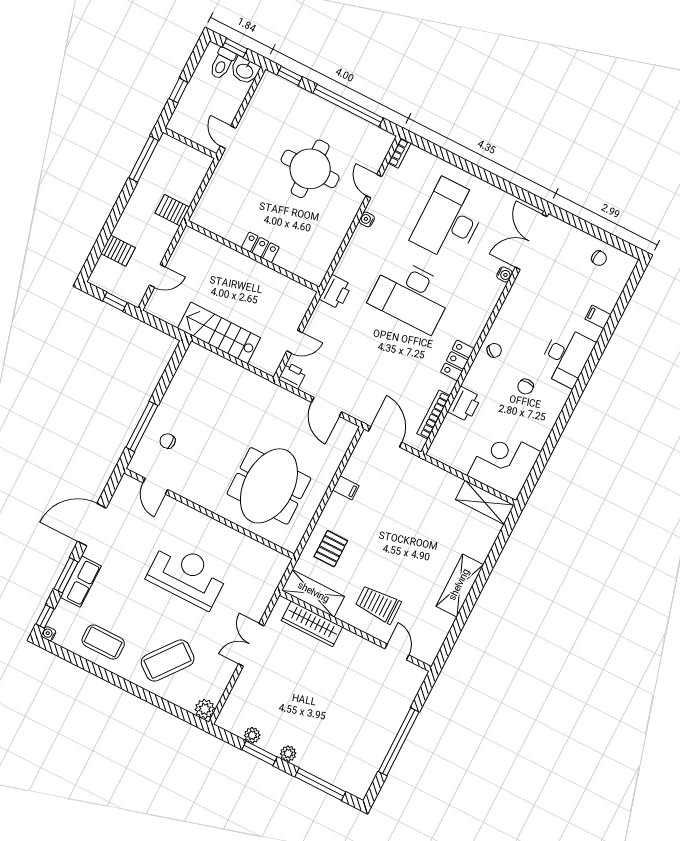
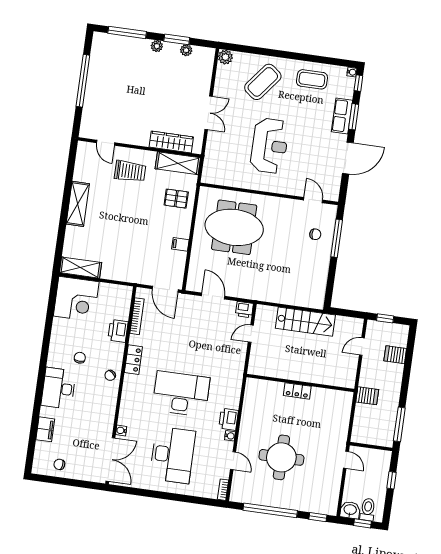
printer: (336, 292) -> (229, 419), moved
filing cabinet: (598, 317) -> (45, 429), width x2.00
meeting table: (269, 486) -> (234, 227), turned 90
pallet: (331, 549) -> (176, 199), turned 90
reception desk: (187, 575) -> (270, 146), turned -90

